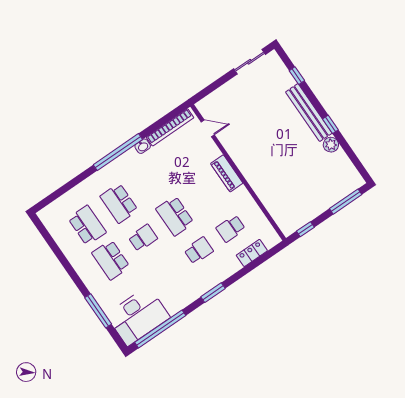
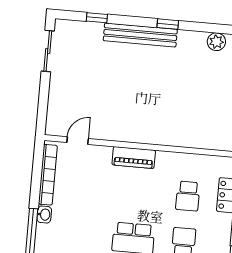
plant: (331, 145) -> (216, 42), moved

